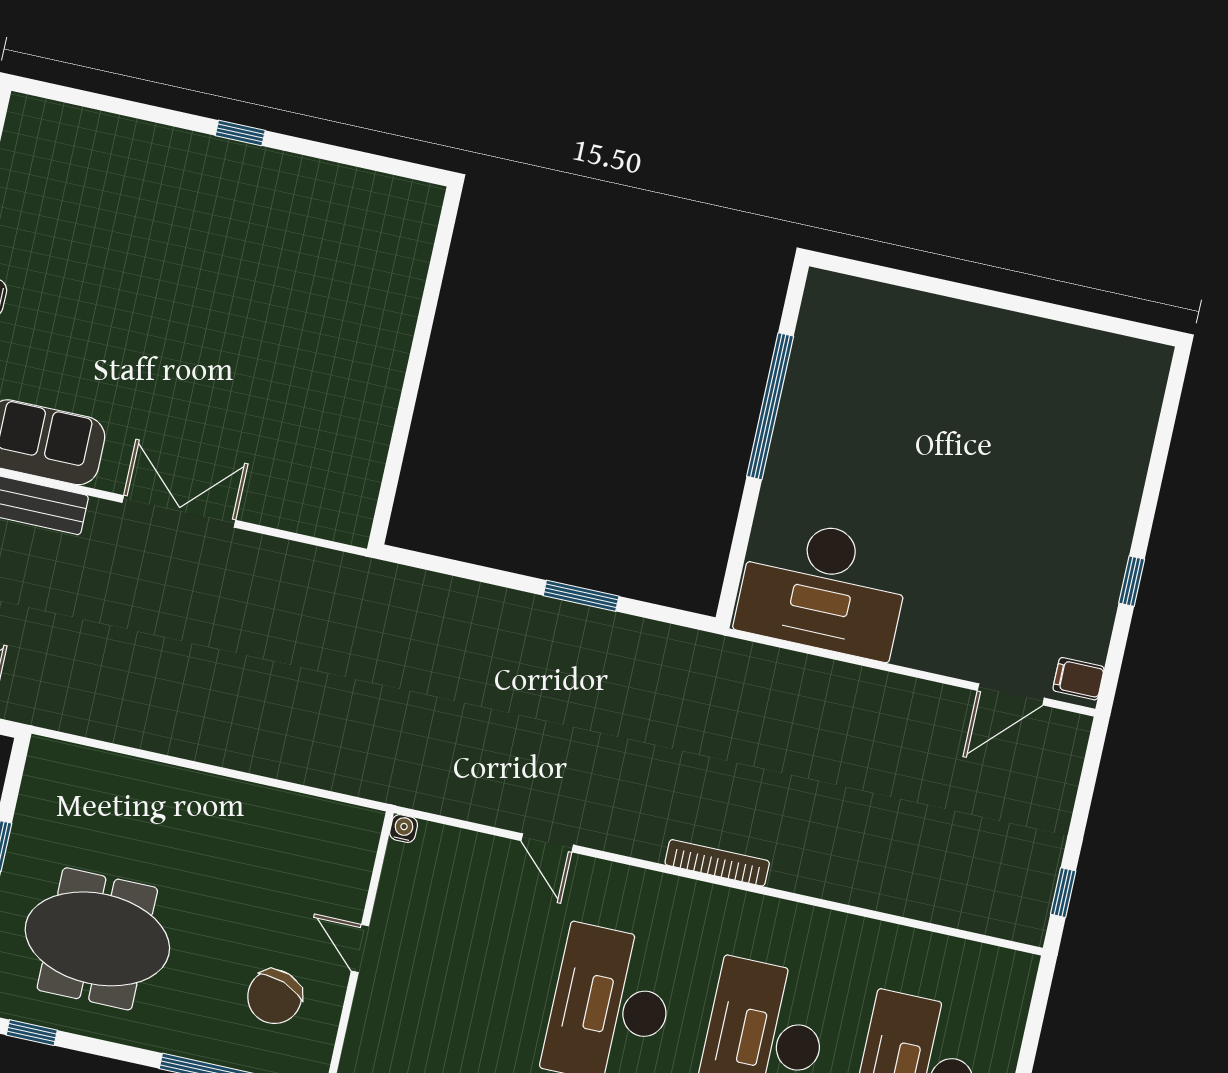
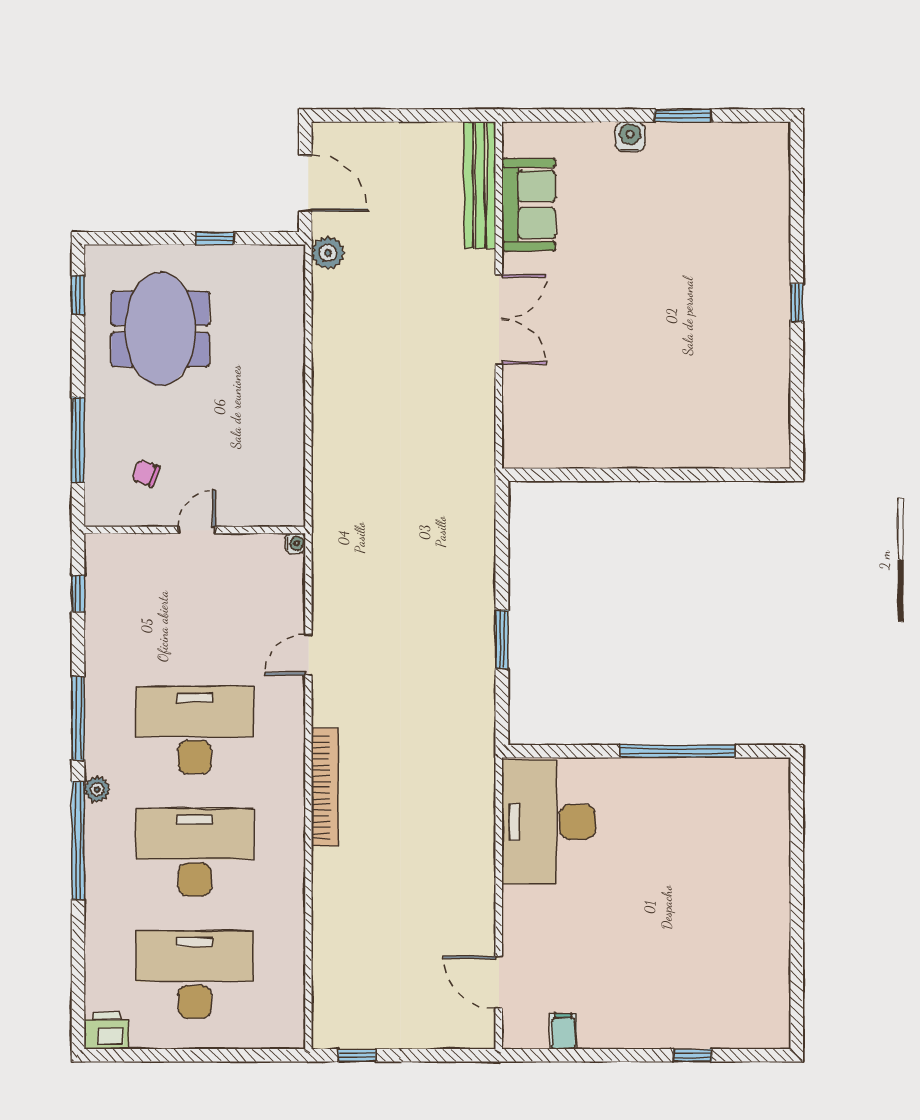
window: (1132, 581) -> (693, 1055), moved
filing cabinet: (1078, 679) -> (563, 1031), moved
plant: (48, 707) -> (328, 253), added
bookcase: (717, 863) -> (325, 787), width x1.48, depth x1.31
chair: (275, 997) -> (146, 473), width x0.54, depth x0.54

